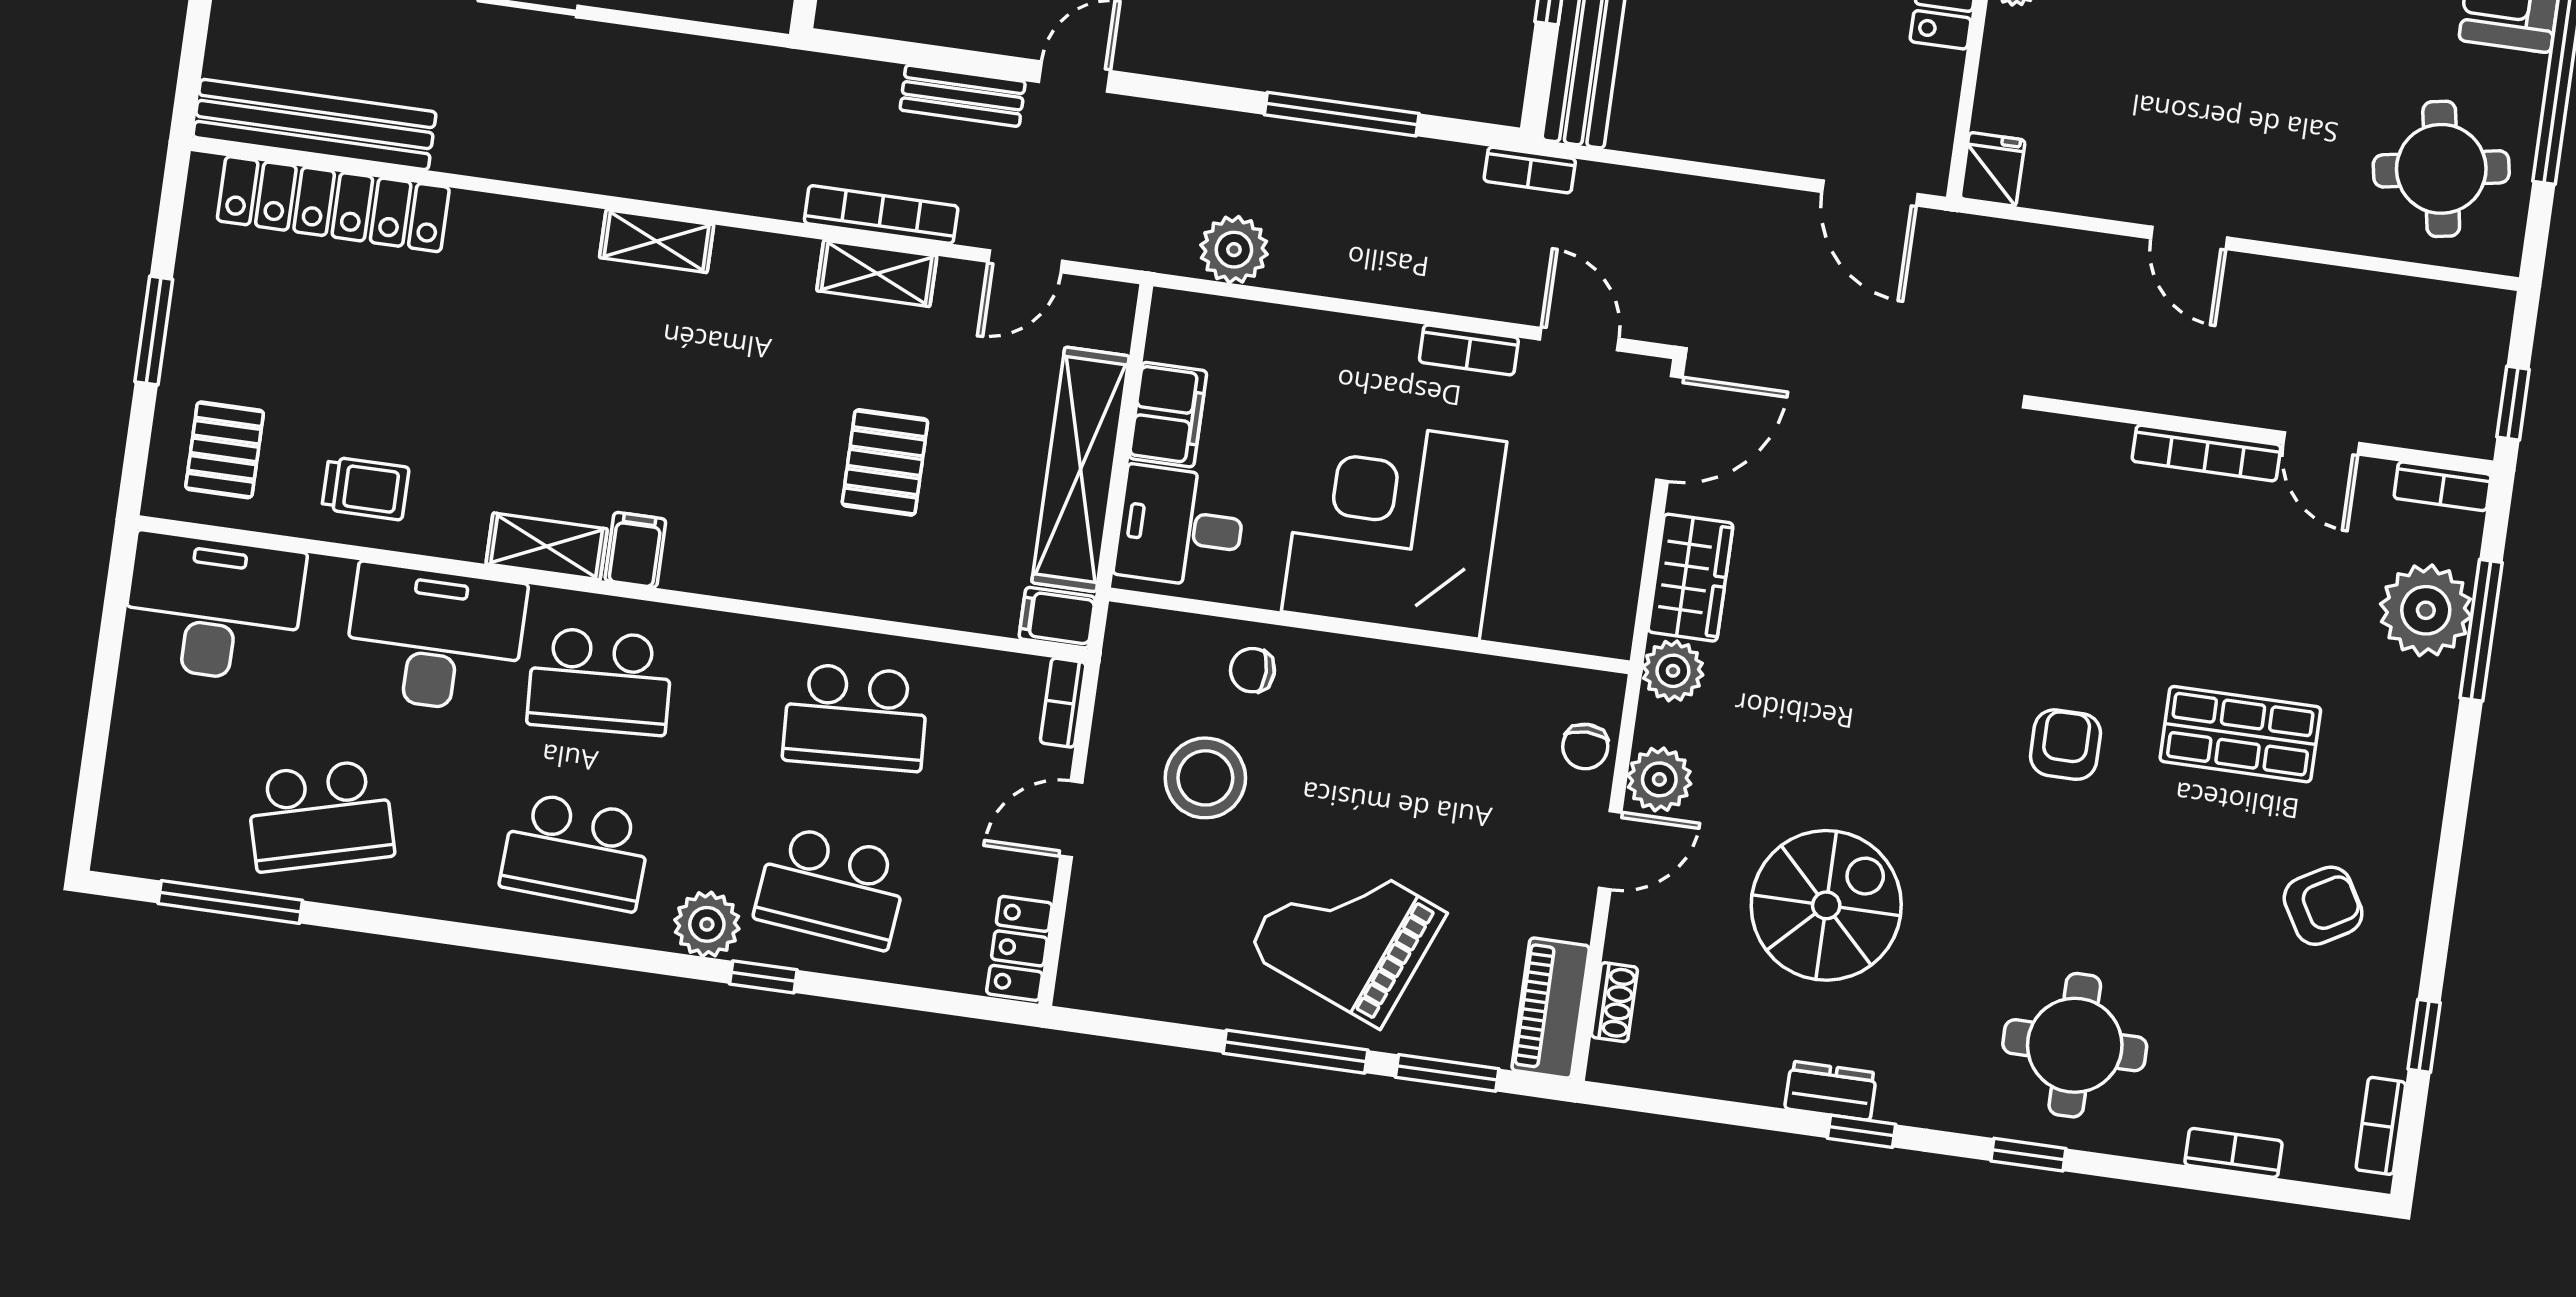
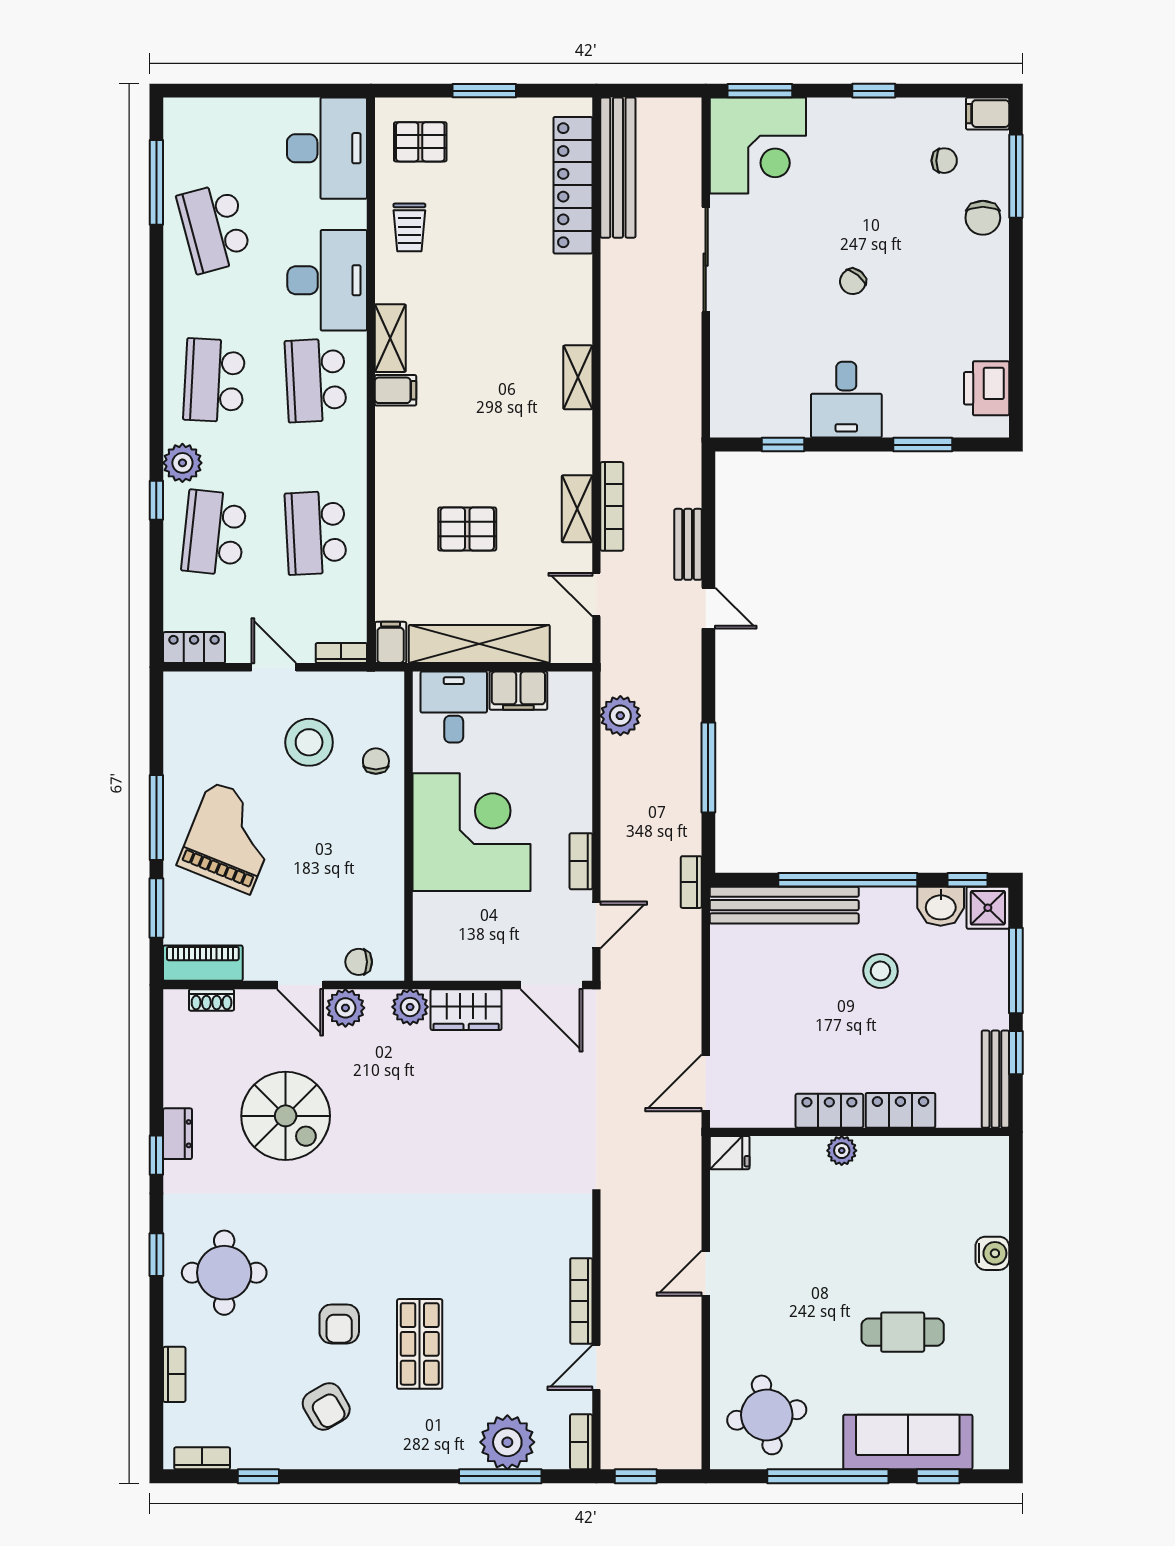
armchair: (2065, 745) -> (339, 1324), moved, turned 90

